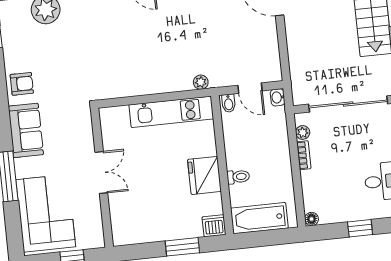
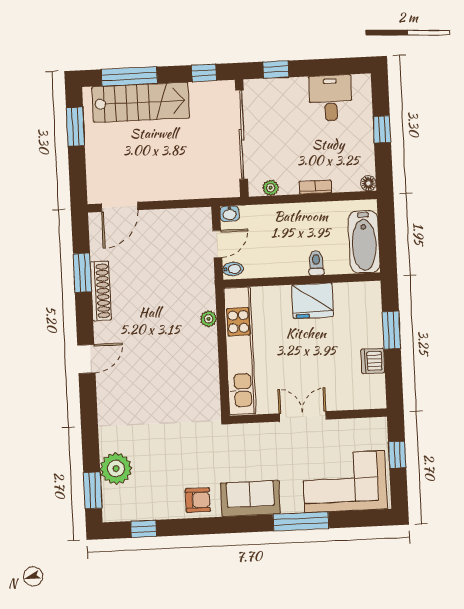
plant: (201, 82) -> (209, 319), moved
armchair: (22, 84) -> (198, 500), turned 90
kitchen unit: (171, 112) -> (240, 351), width x1.36
bookcase: (304, 155) -> (315, 187), moved
dishwasher: (214, 226) -> (373, 361), moved

